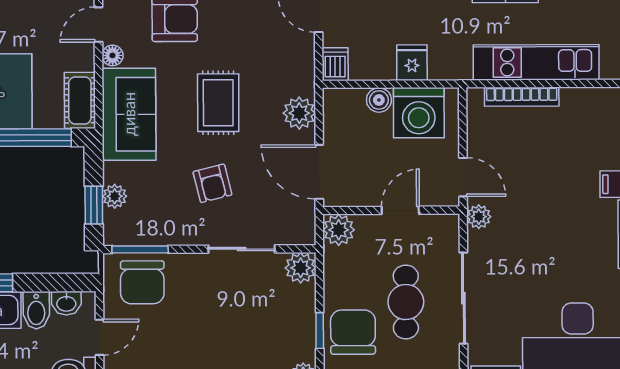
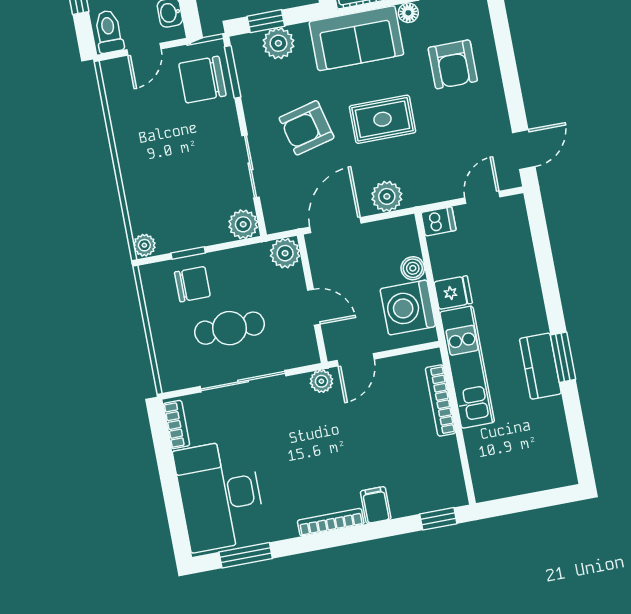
kitchen unit: (536, 62) -> (467, 367), moved
armchair: (212, 183) -> (307, 128), width x1.38, depth x1.38
plant: (115, 196) -> (278, 43), width x1.38, depth x1.38
chair: (353, 332) -> (192, 284), width x0.73, depth x0.73
door: (100, 337) -> (144, 49), hinge flipped

